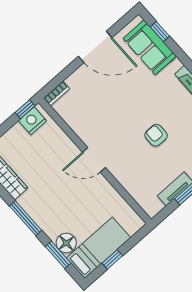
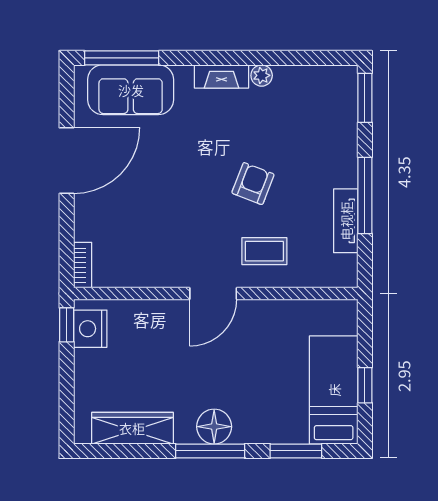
window: (160, 32) -> (122, 58), width x2.17
armchair: (156, 135) -> (253, 184), turned 111
coffee table: (131, 166) -> (264, 251), added
floor lamp: (66, 243) -> (214, 427), moved

